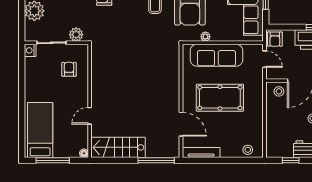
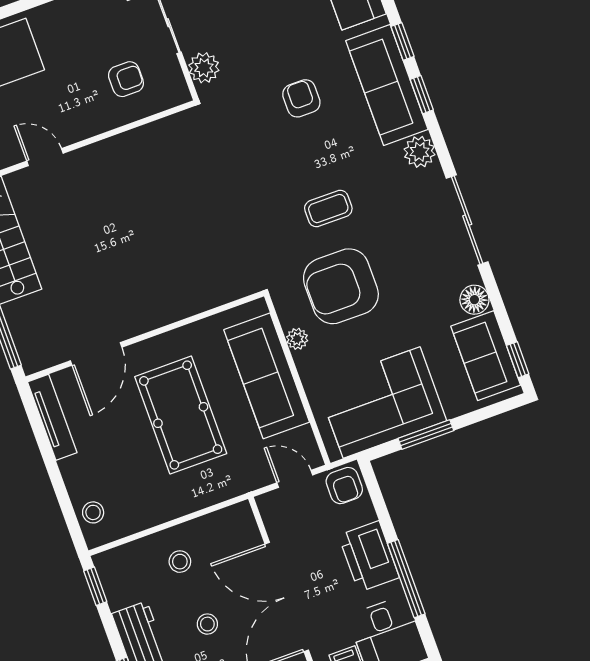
armchair: (275, 39) -> (344, 486), turned -90
door: (264, 59) -> (295, 479), swing flipped
stool: (279, 91) -> (180, 562), moved
window: (291, 160) -> (95, 586), moved

